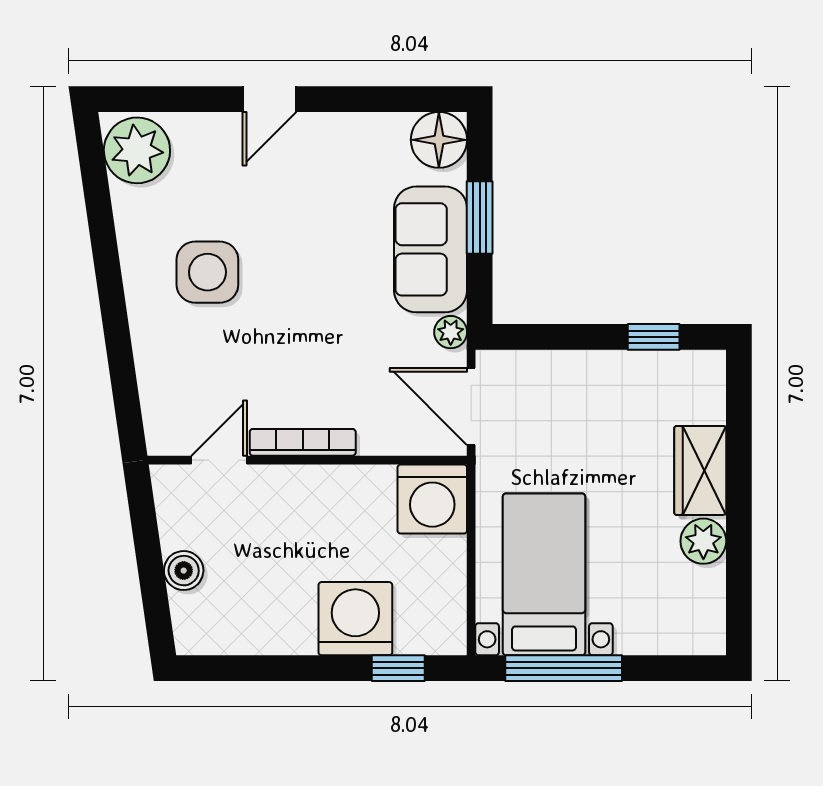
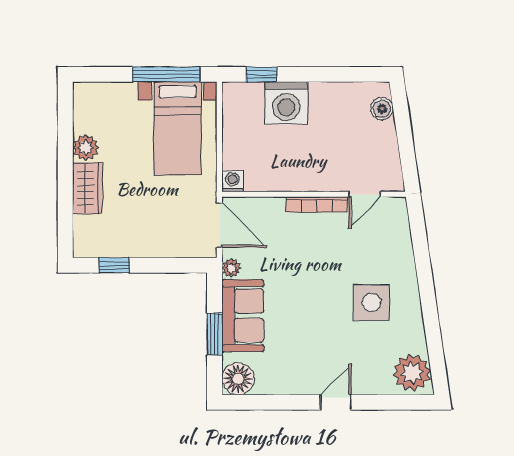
washing machine: (432, 499) -> (232, 181), width x0.53, depth x0.53
boiler: (184, 571) -> (382, 109), moved

